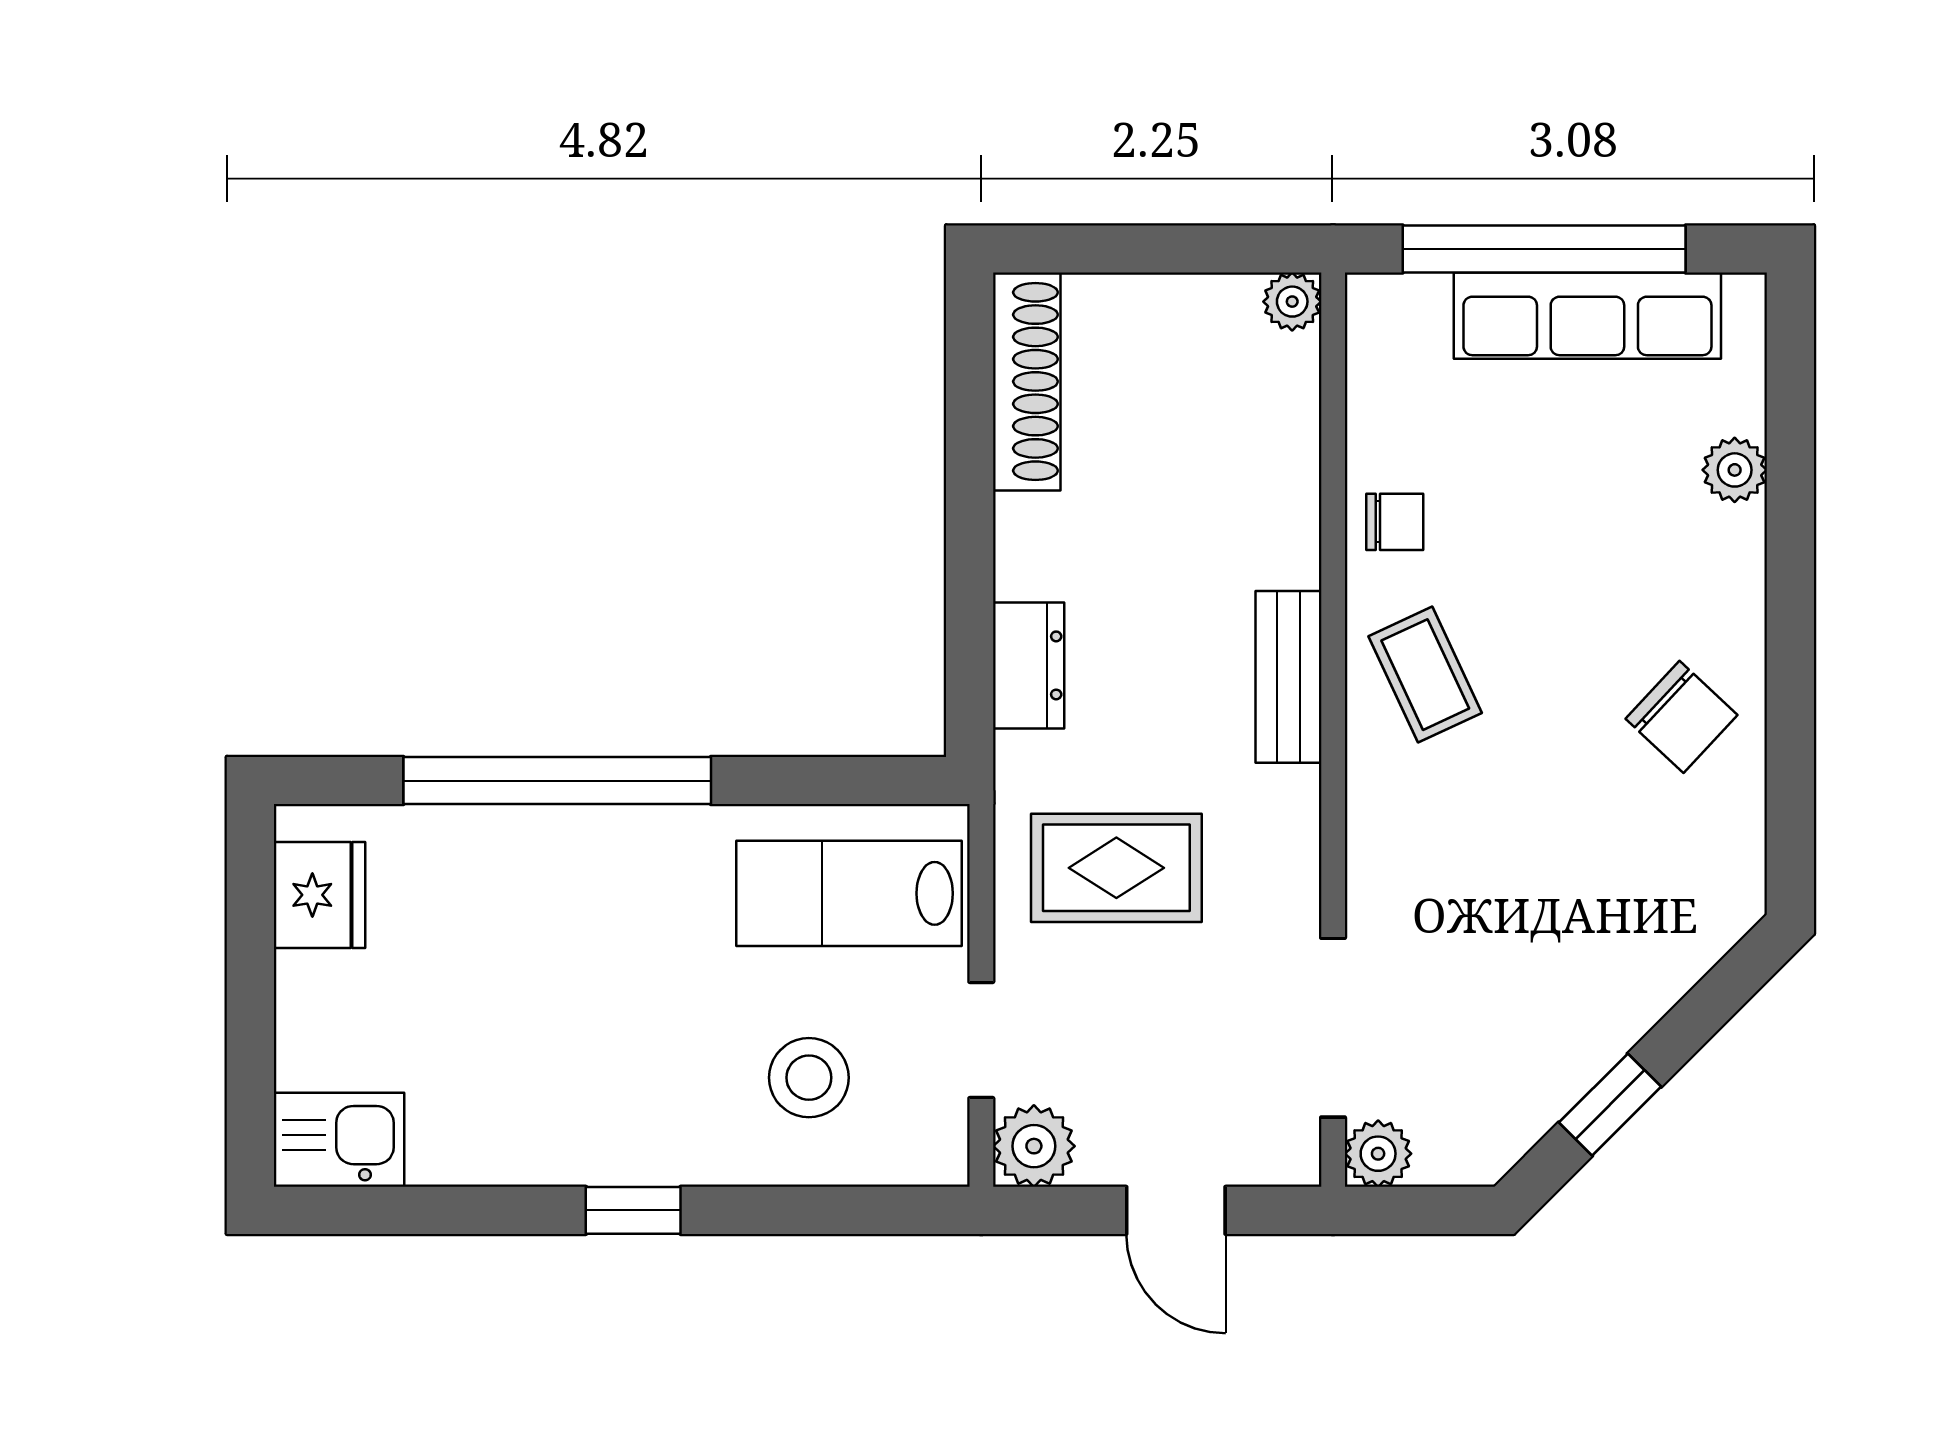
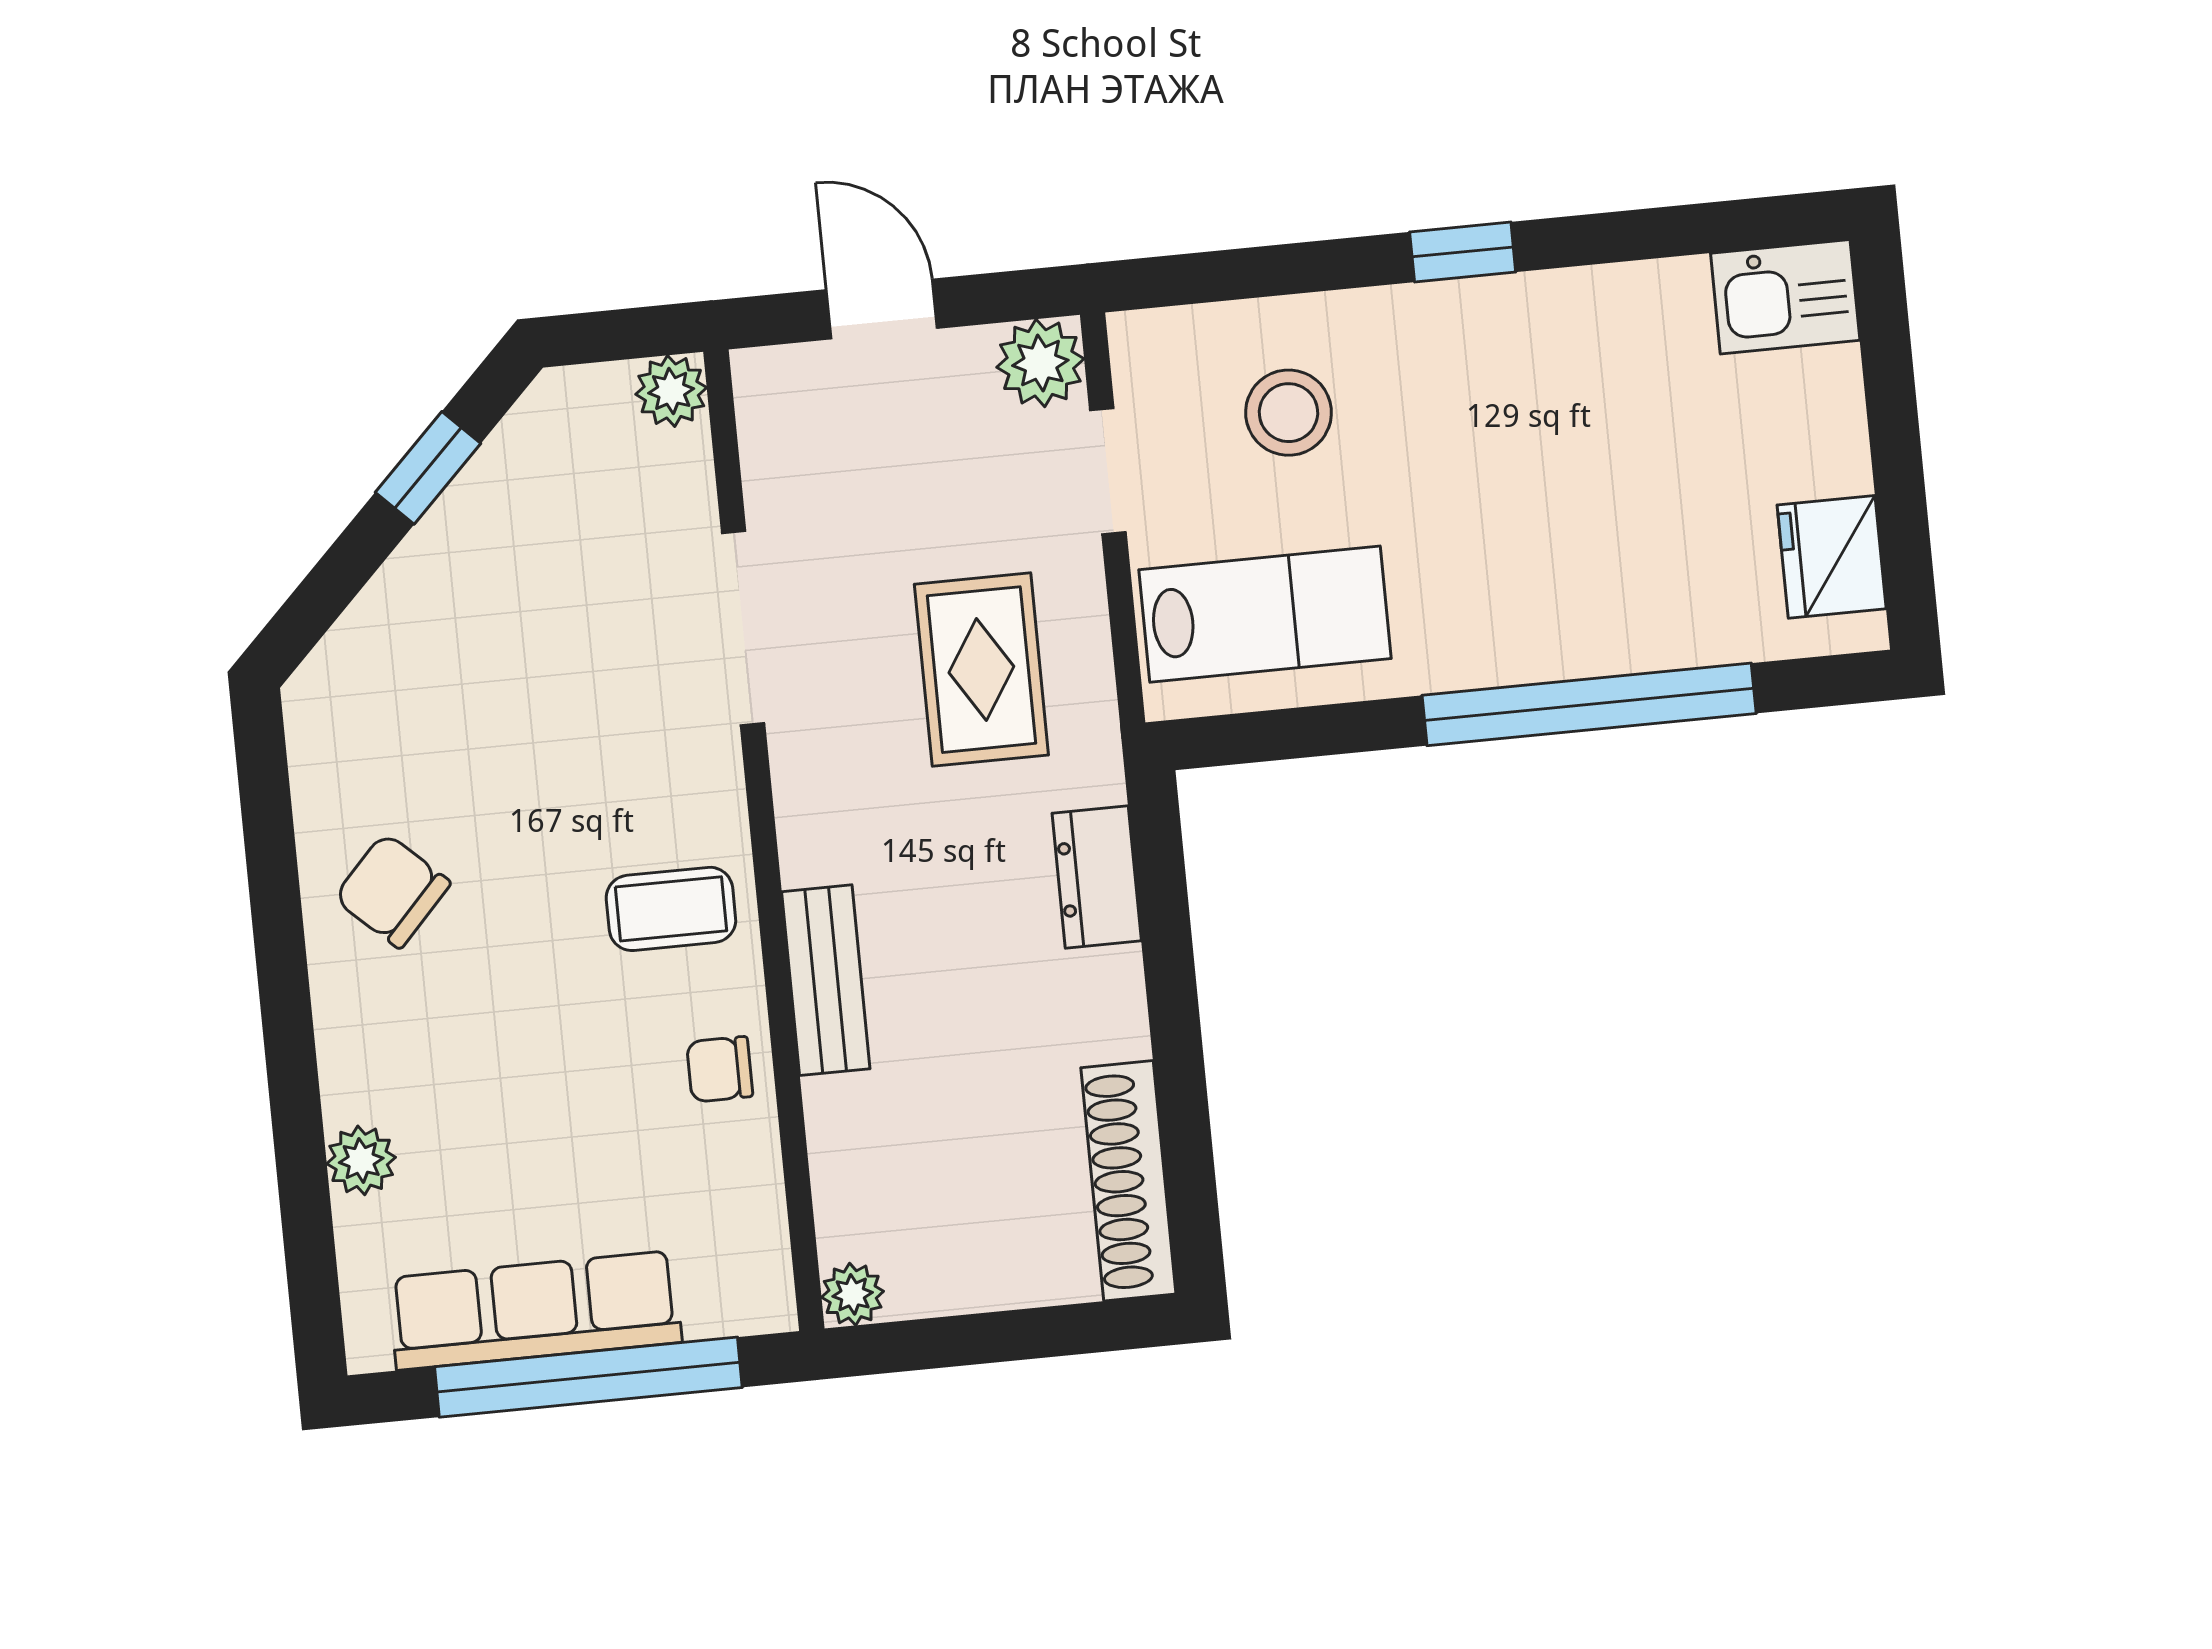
coffee table: (1425, 675) -> (671, 909), turned -65
bench: (1289, 677) -> (826, 980), moved
rug: (1116, 868) -> (981, 670), turned 90
doorway: (1333, 1028) -> (743, 628), moved

